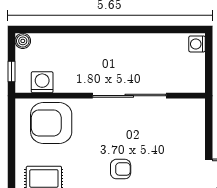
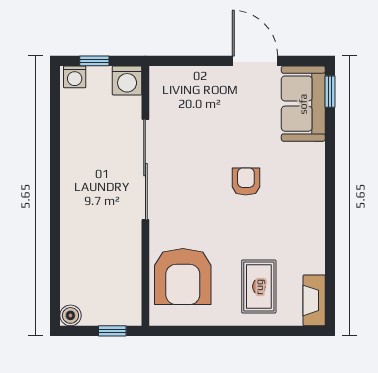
window: (209, 58) -> (94, 61), added
washing machine: (42, 82) -> (127, 80), moved, turned -90

